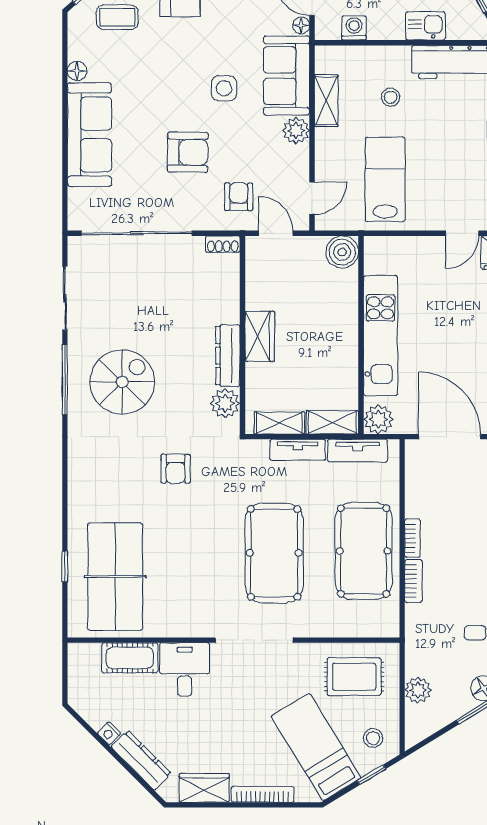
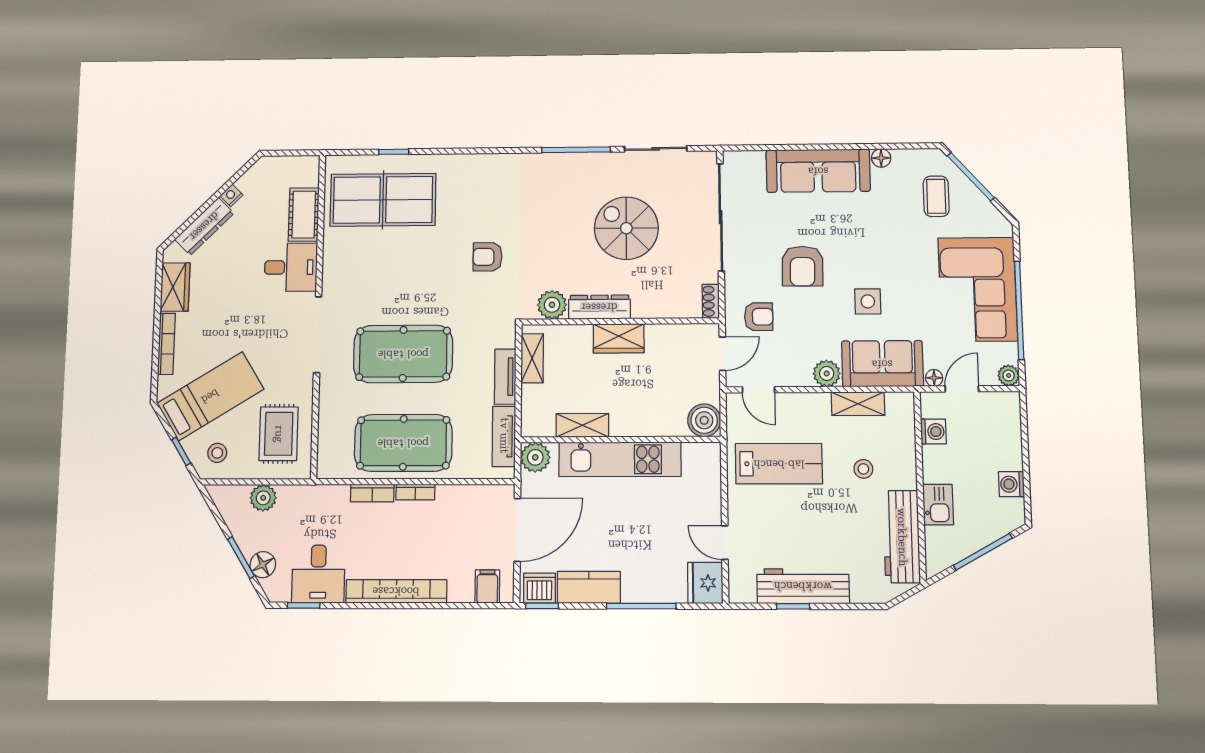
spiral stairs: (122, 382) -> (626, 228), moved, turned 180
shelving: (332, 422) -> (582, 425), moved, turned 90

